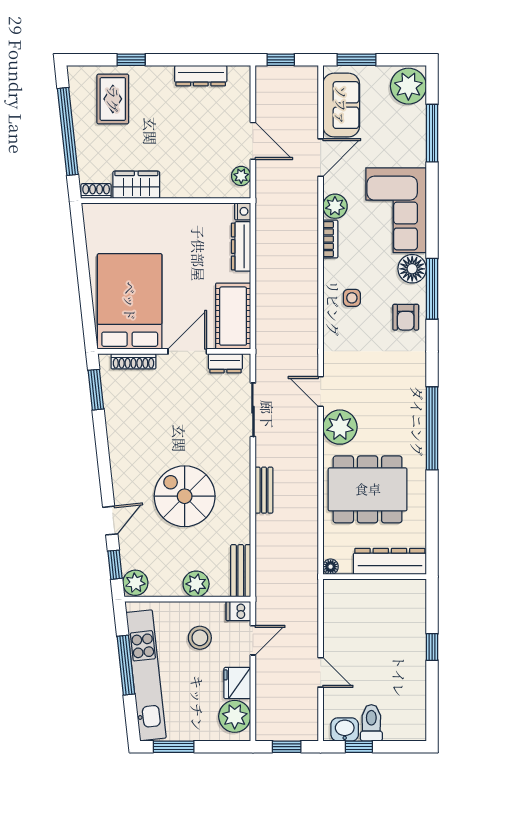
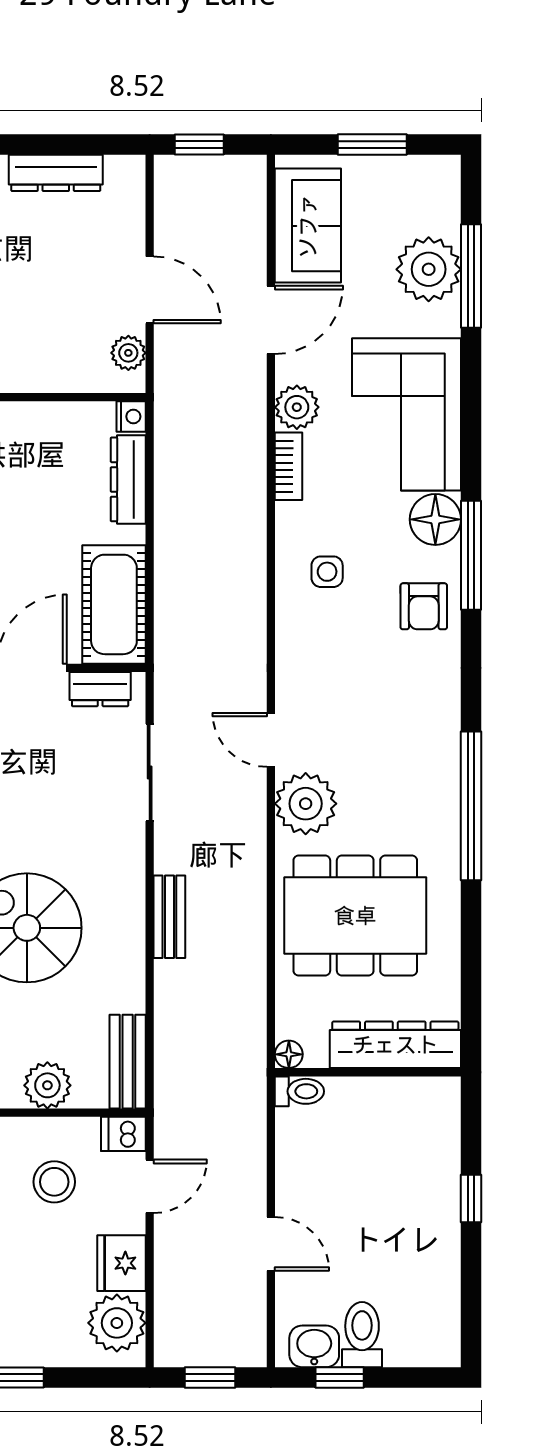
window: (356, 60) -> (372, 144), moved
plant: (408, 86) -> (429, 269), moved
toilet: (336, 587) -> (299, 1091), added

